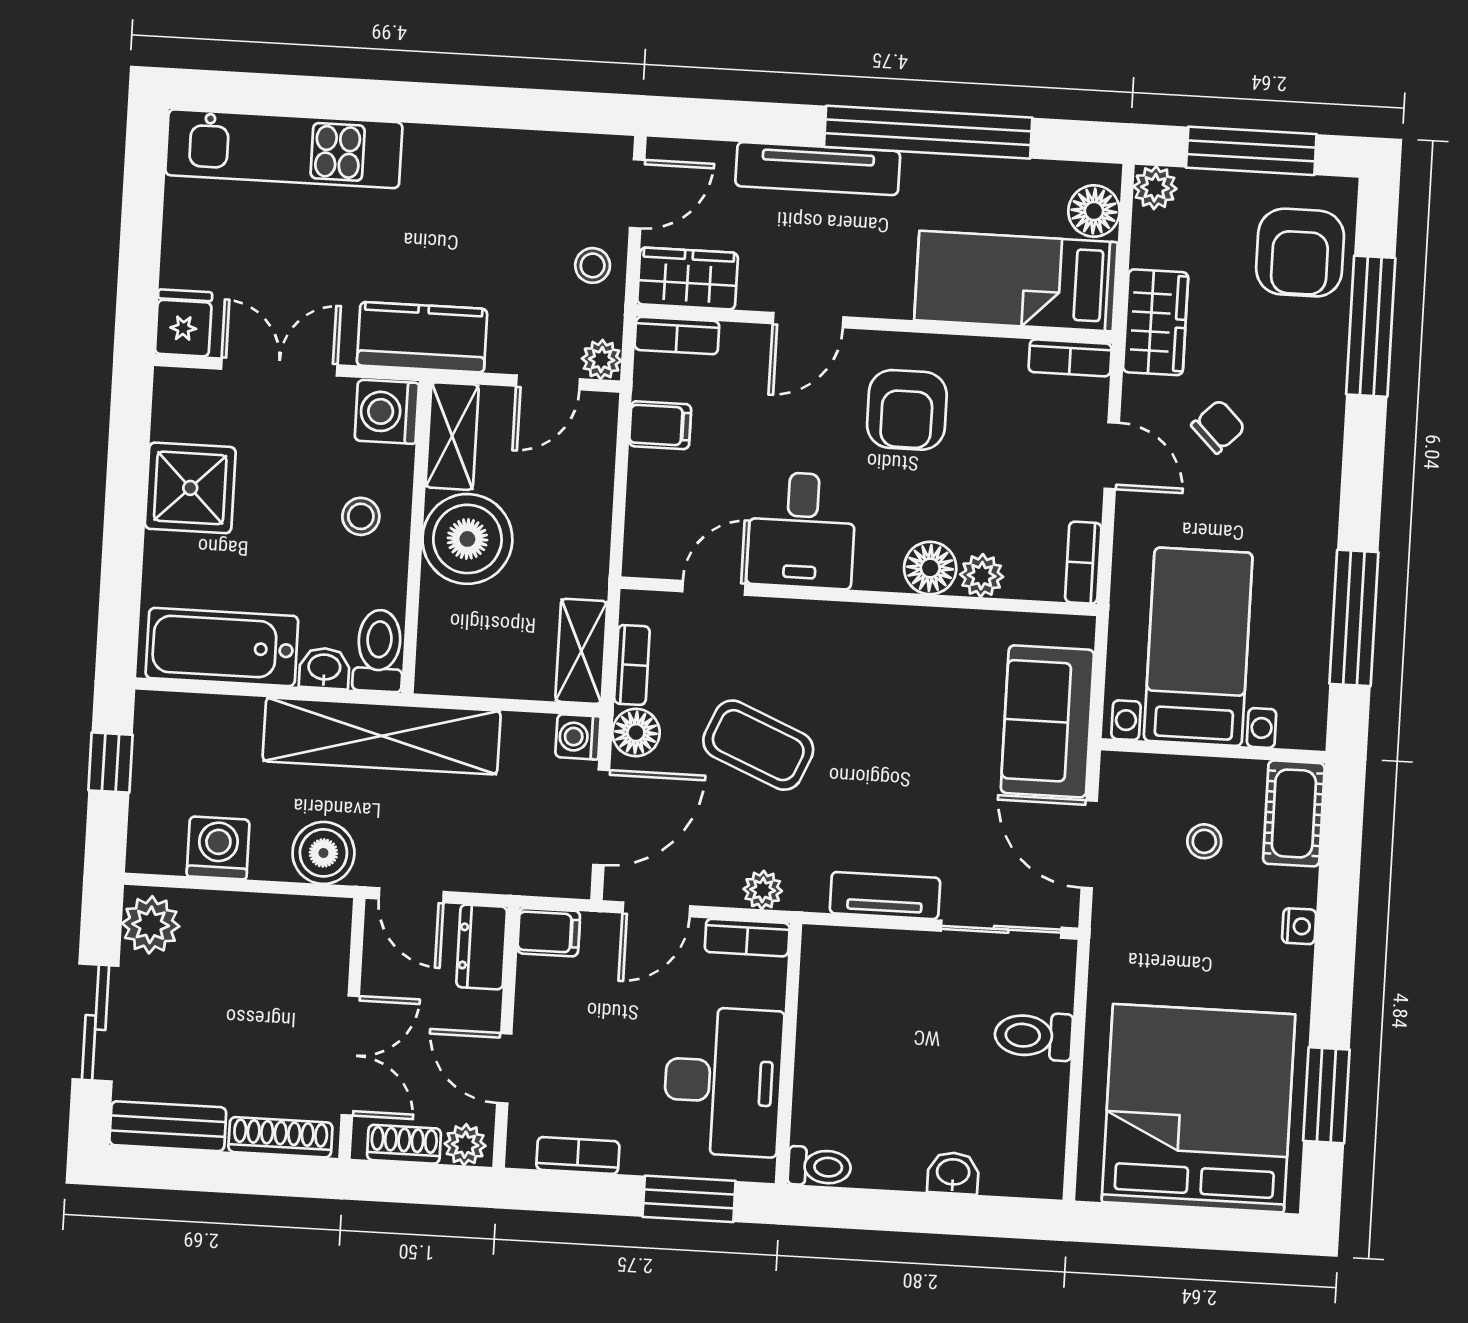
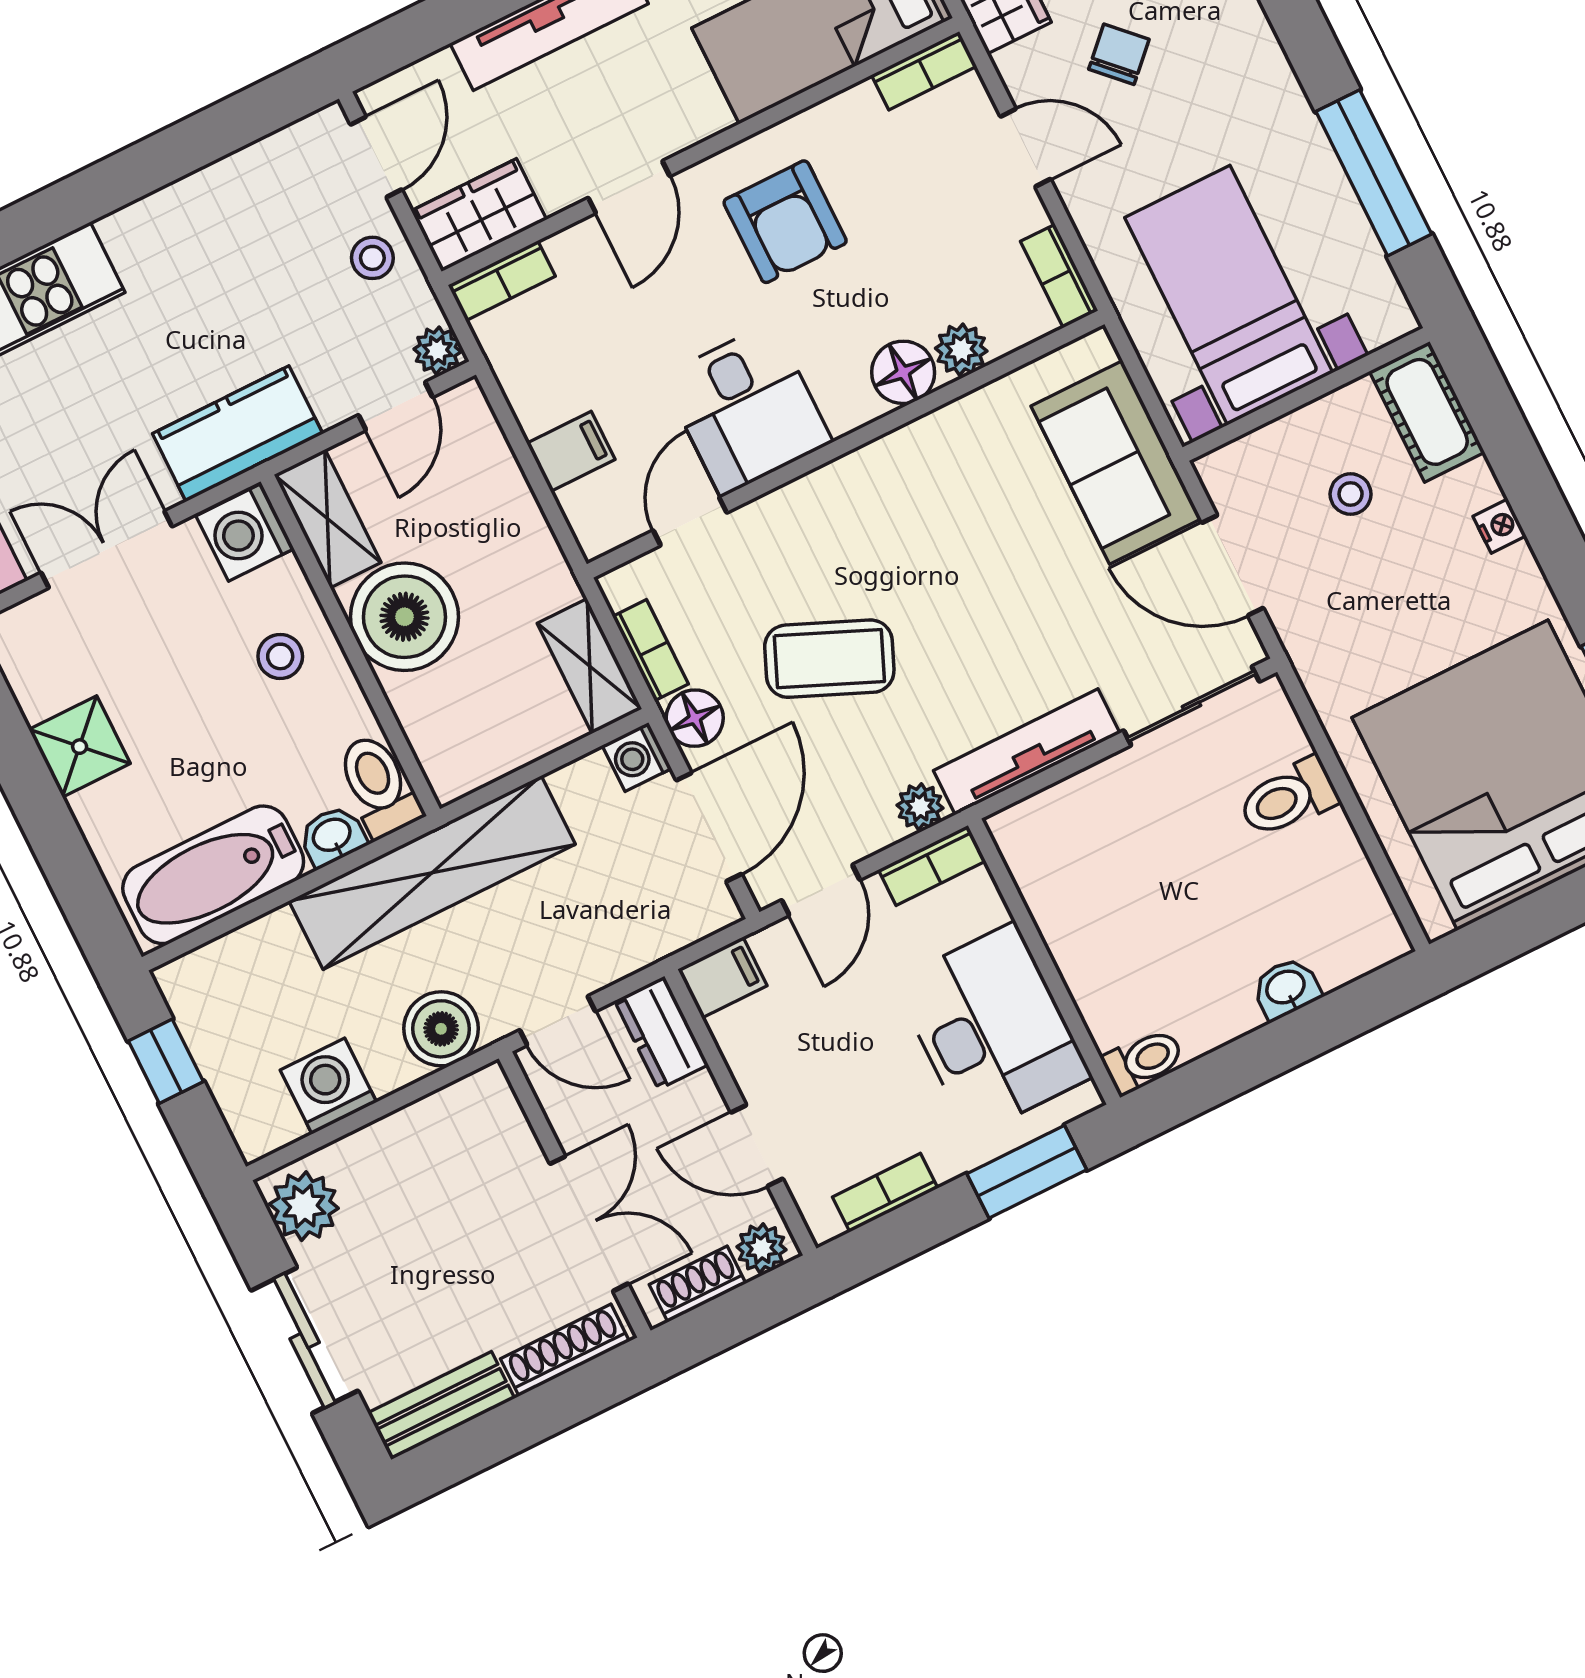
filing cabinet: (660, 425) -> (571, 451), moved
shower: (190, 488) -> (80, 747), width x0.73, depth x0.73
tv unit: (885, 896) -> (1027, 752), width x1.41

